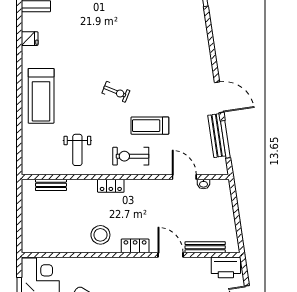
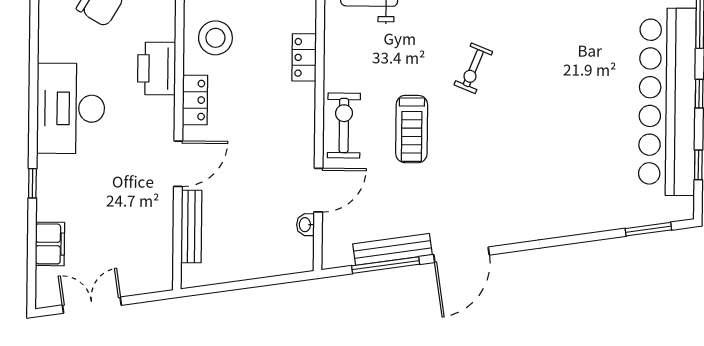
treadmill: (150, 126) -> (412, 129), turned 180
exercise bike: (131, 156) -> (344, 125), moved
printer: (226, 267) -> (157, 69), moved

